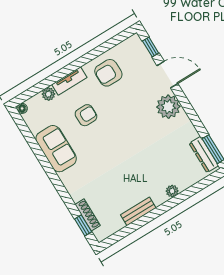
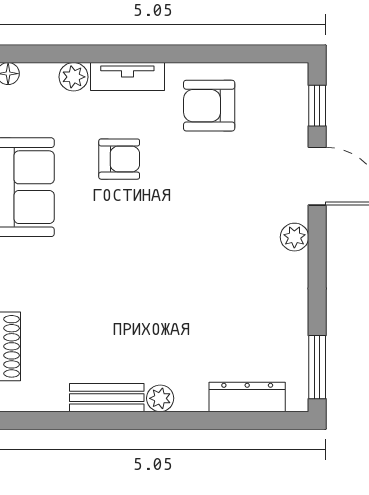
plant: (168, 107) -> (294, 237), width x0.53, depth x0.53
dresser: (204, 154) -> (247, 397), moved, turned 90
plant: (172, 191) -> (160, 398), moved

